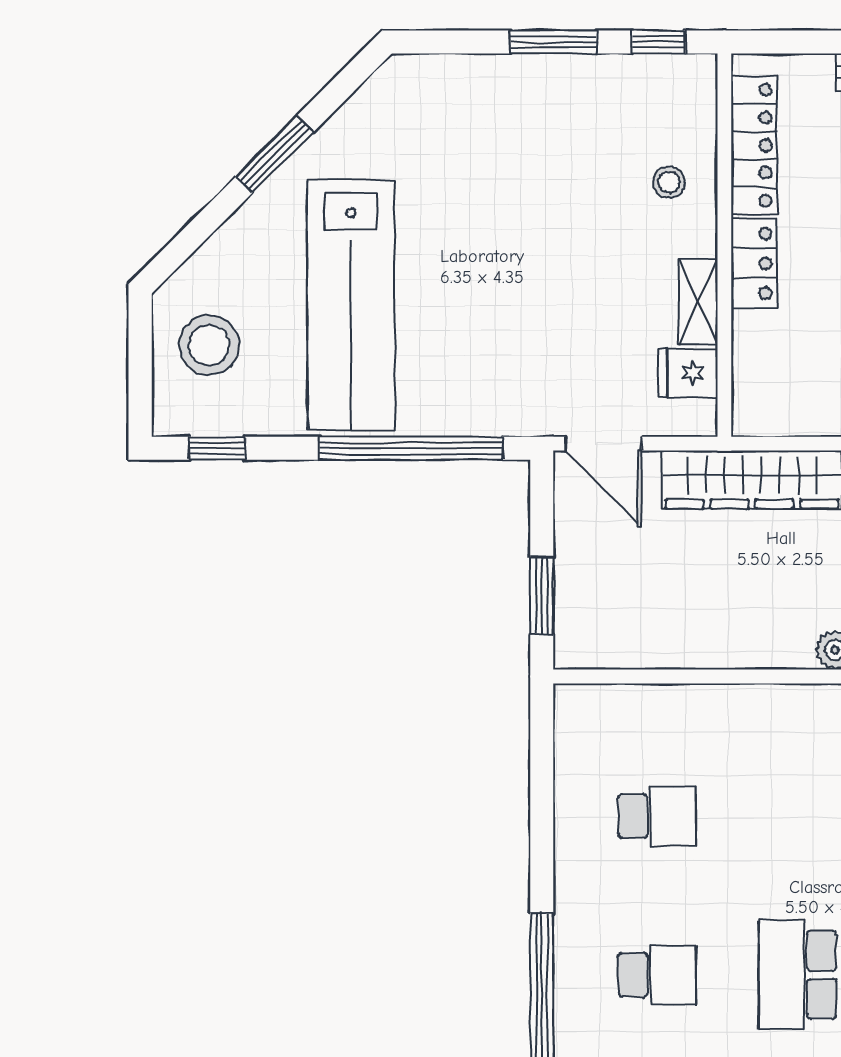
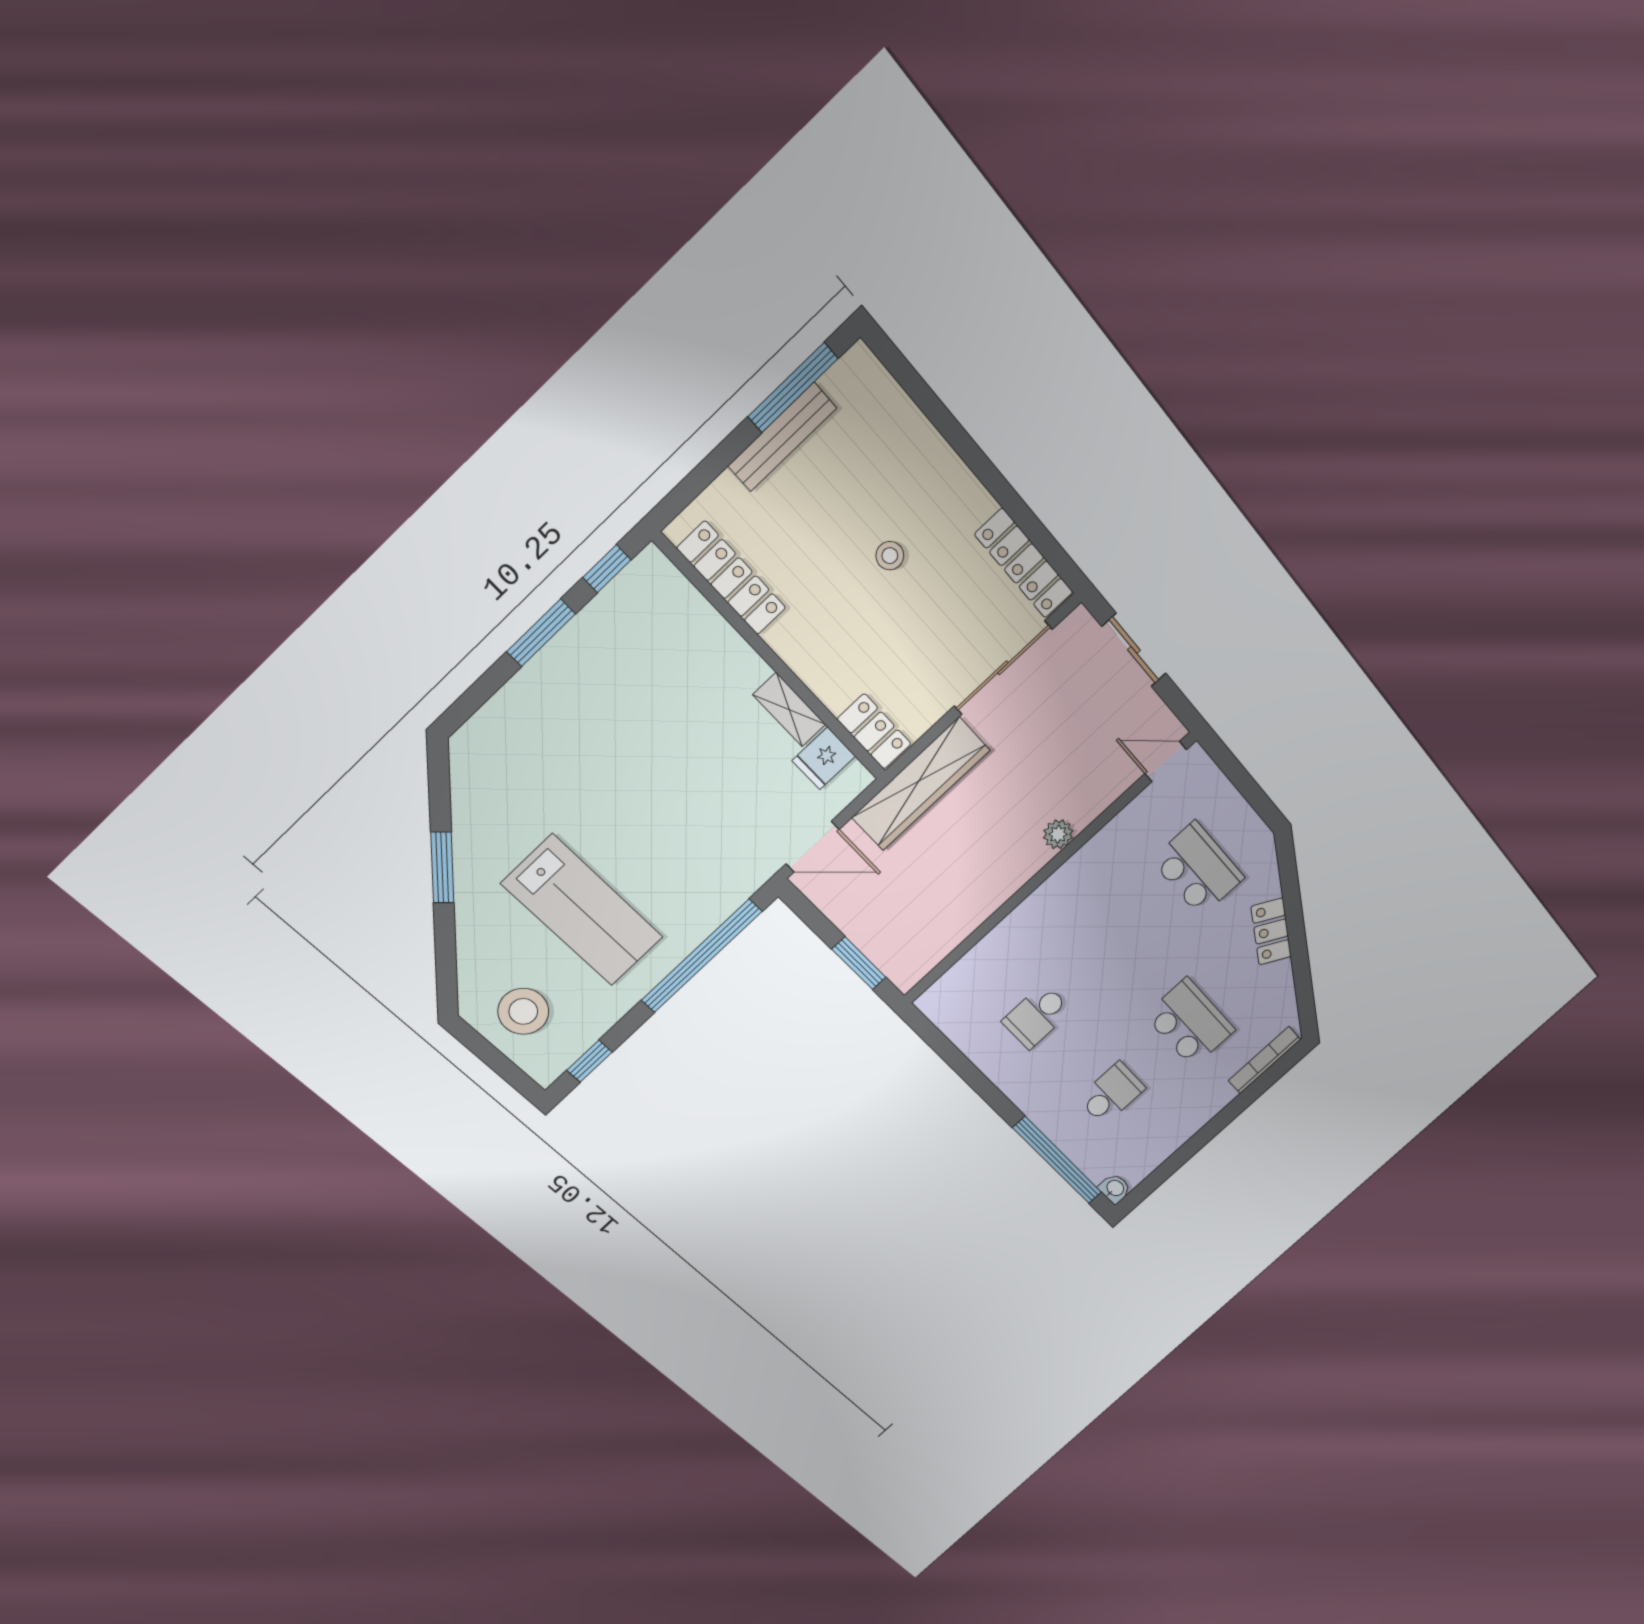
stool: (669, 182) -> (701, 653), removed
locker: (754, 263) -> (874, 731), moved
lab bench: (351, 305) -> (583, 911), width x0.73
school desk: (657, 816) -> (1037, 1016), turned 180
school desk: (797, 975) -> (1190, 1023), turned 180

